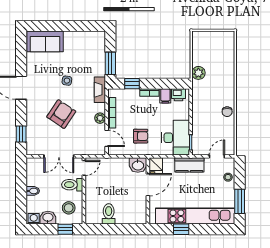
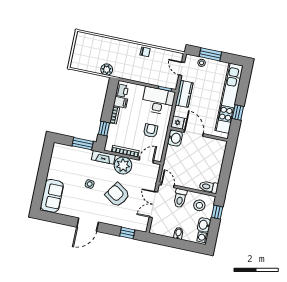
plant: (100, 118) -> (123, 165), width x1.88, depth x1.88
double door: (59, 156) -> (153, 205), swing flipped
window: (240, 201) -> (210, 54), moved
toilet: (109, 214) -> (209, 187), moved

